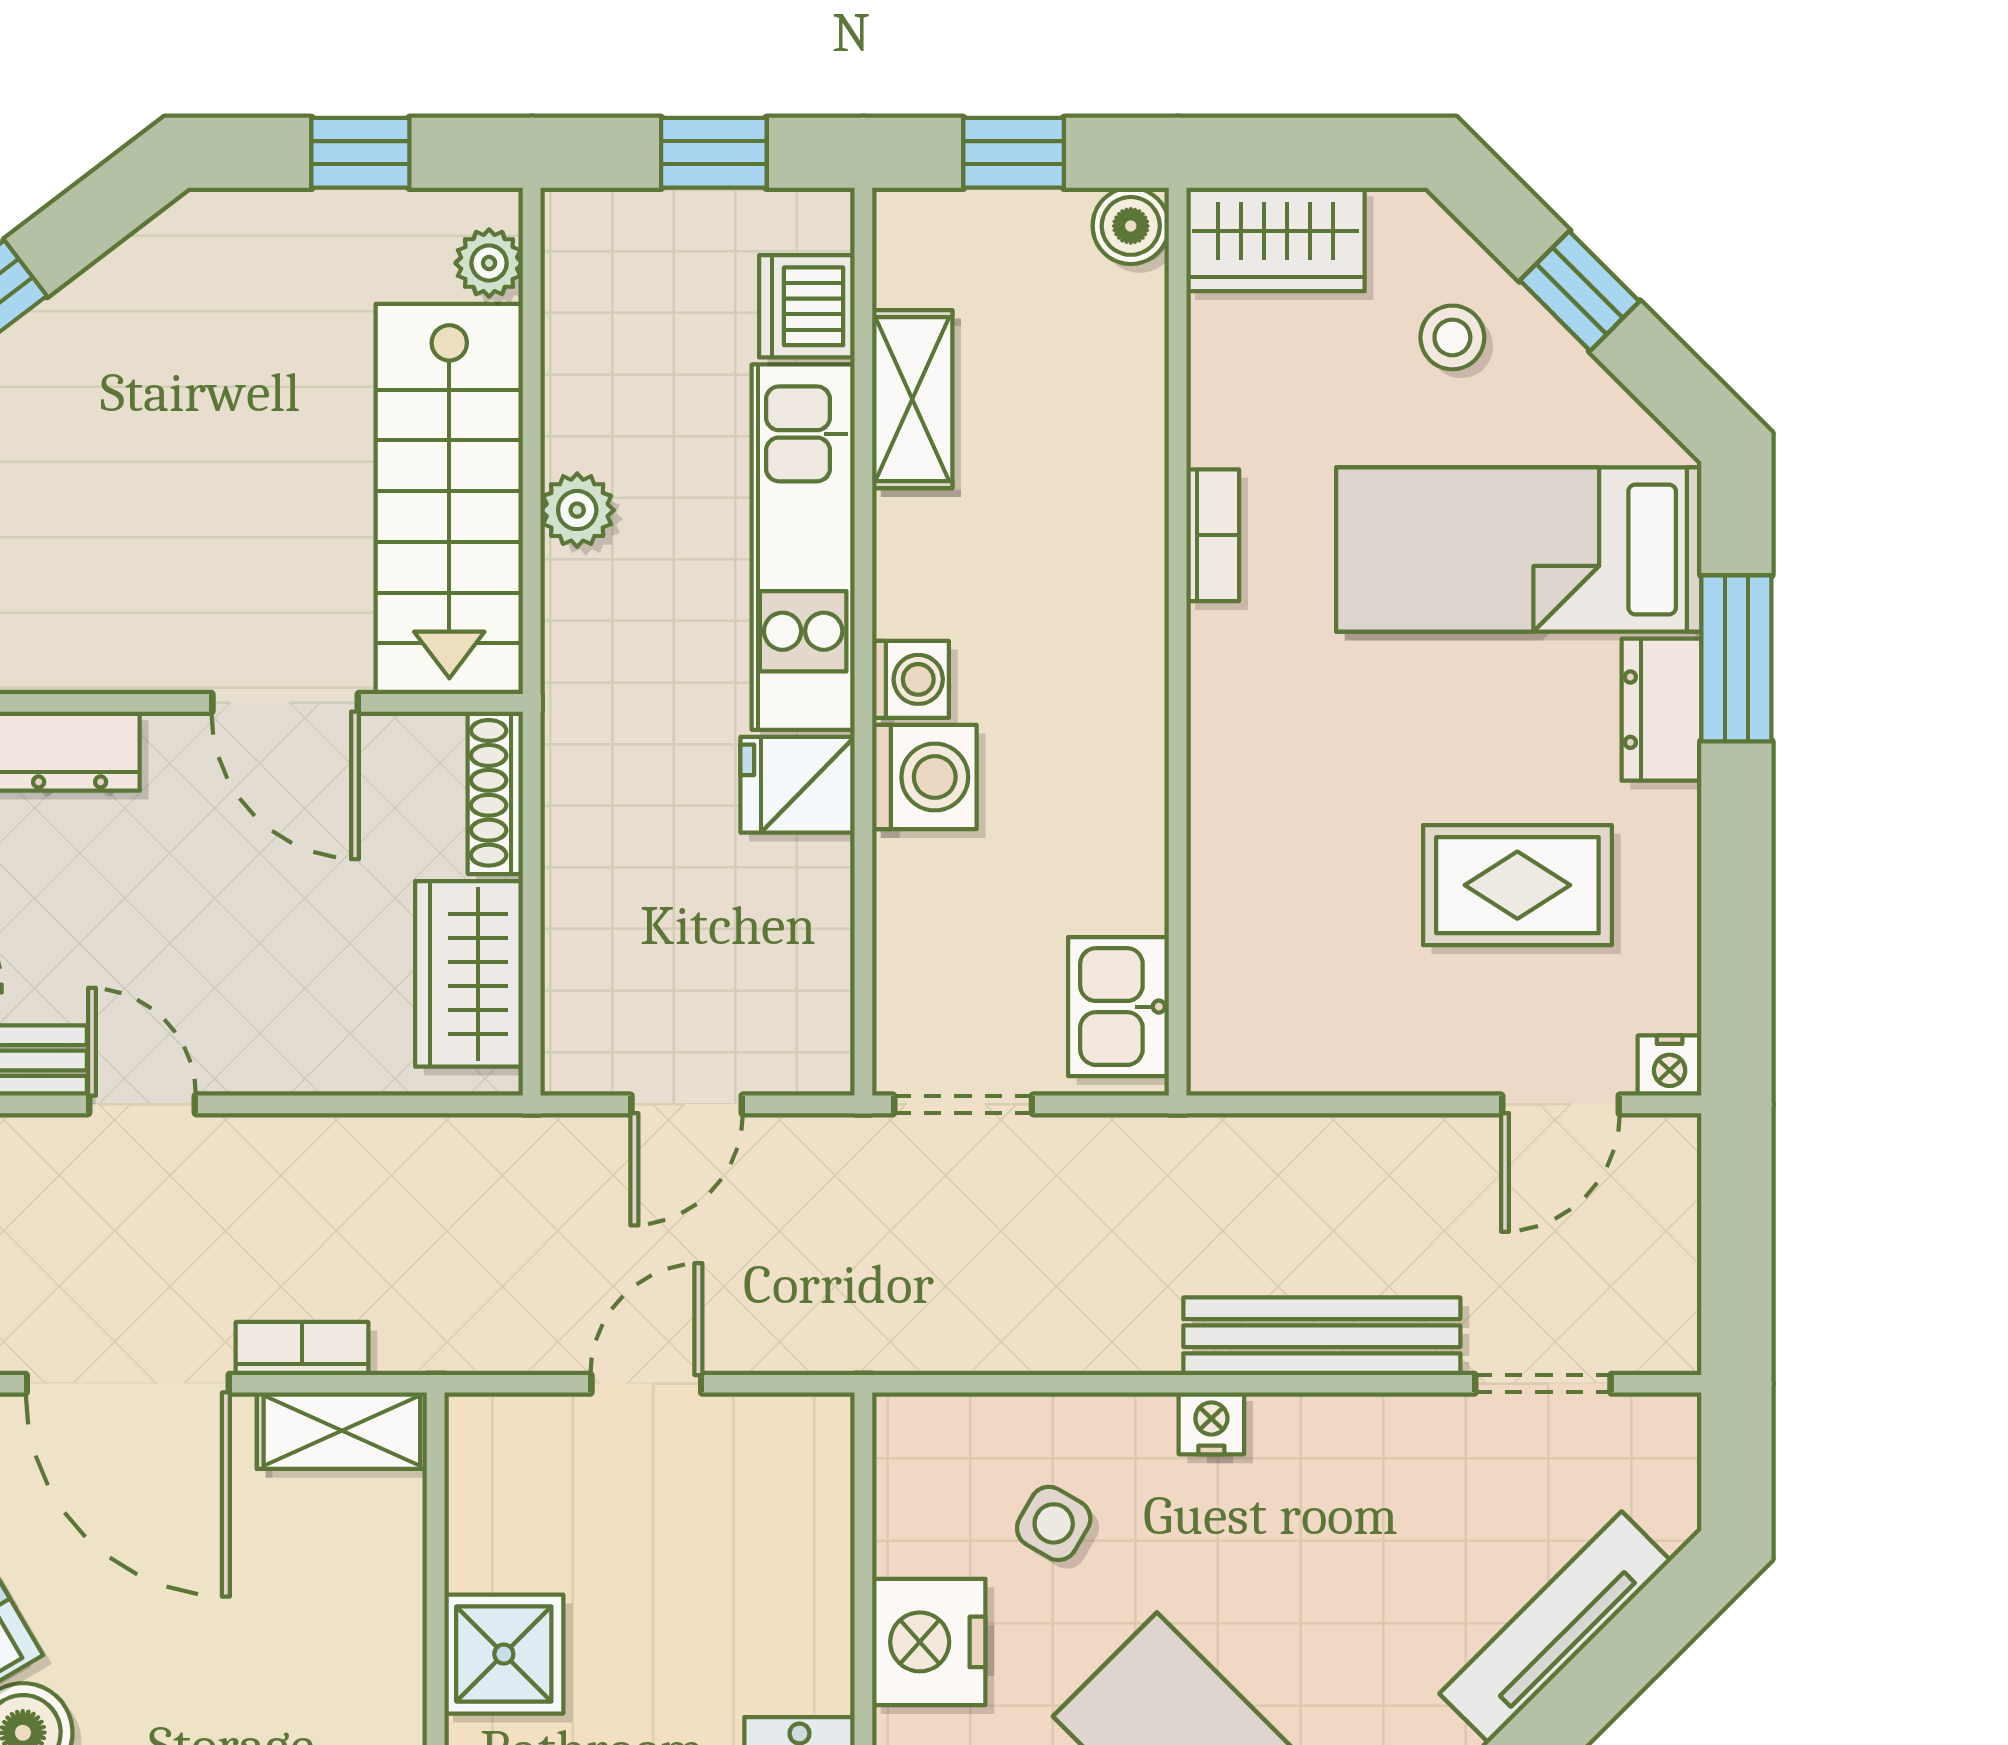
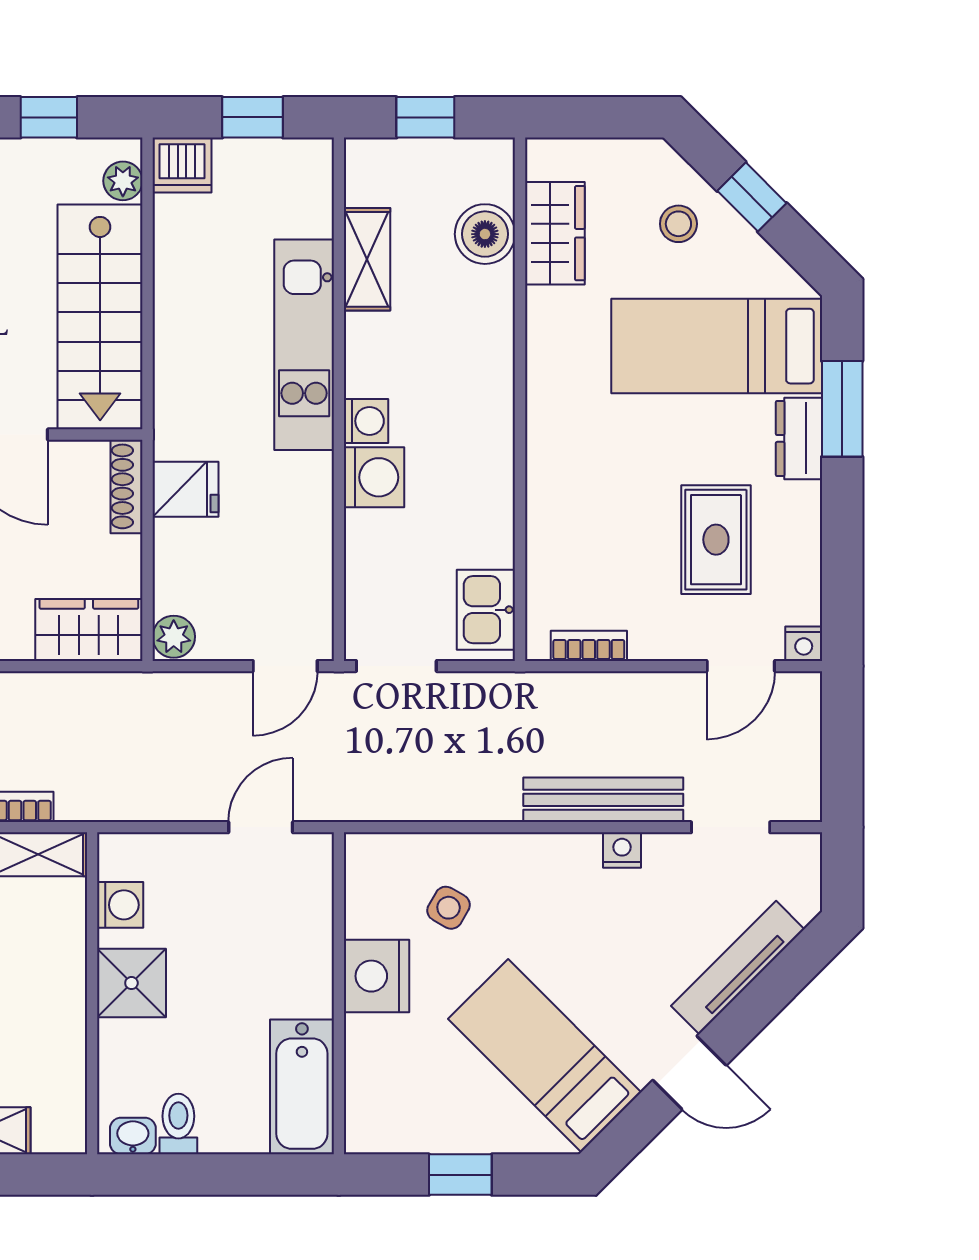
boiler: (1131, 226) -> (485, 234), moved, width x1.36, depth x1.36
wardrobe: (1276, 239) -> (555, 233), moved, turned -90
dishwasher: (807, 306) -> (182, 165), moved, turned -90
plant: (577, 510) -> (174, 637), moved
bookcase: (1213, 535) -> (589, 646), moved, turned -90
fridge: (798, 785) -> (185, 489), moved, turned 180
rug: (1517, 885) -> (716, 540), turned 90
wardrobe: (469, 974) -> (89, 630), moved, turned 90
door: (687, 1104) -> (285, 666), moved
door: (646, 1384) -> (261, 827), moved
nightstand: (1211, 1423) -> (622, 850), moved
washing machine: (484, 1518) -> (120, 905), added

